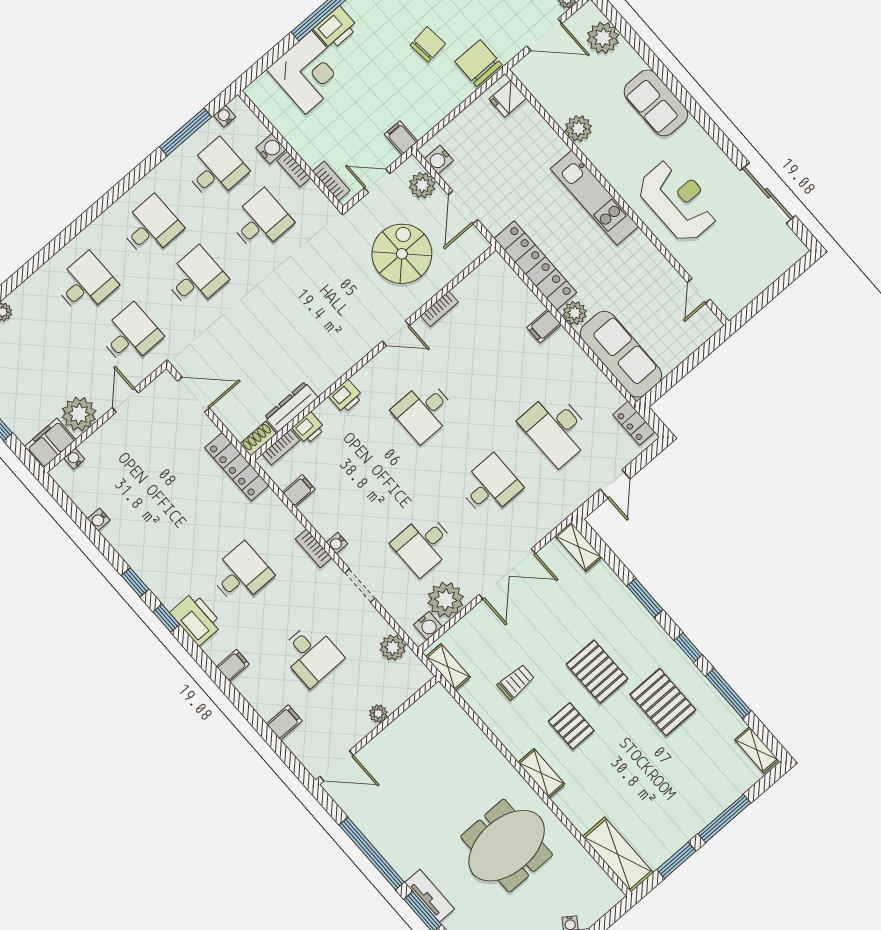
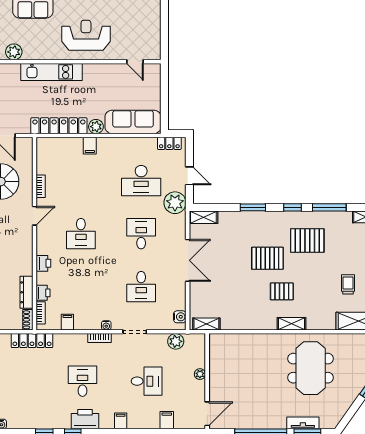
plant: (446, 600) -> (175, 203), moved
trolley: (516, 682) -> (348, 284), moved

